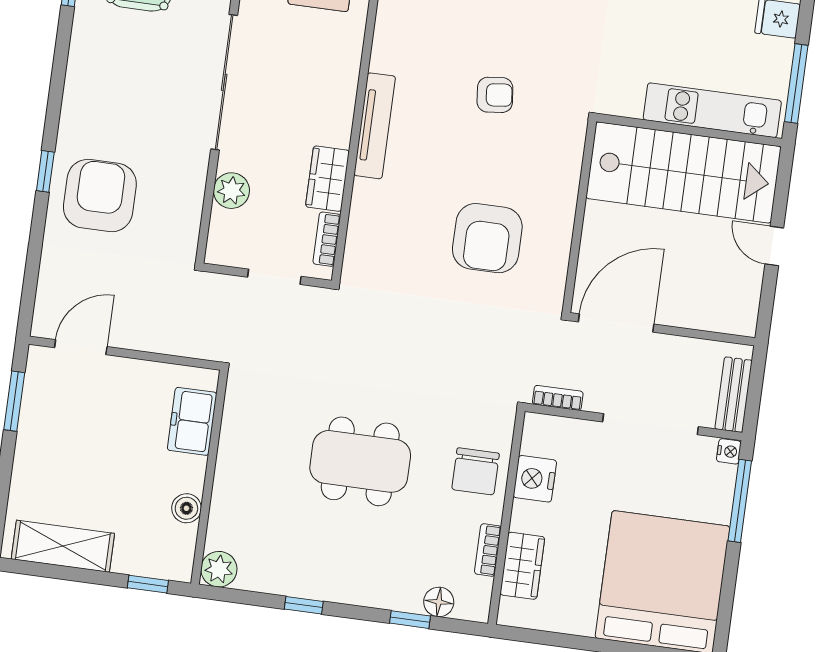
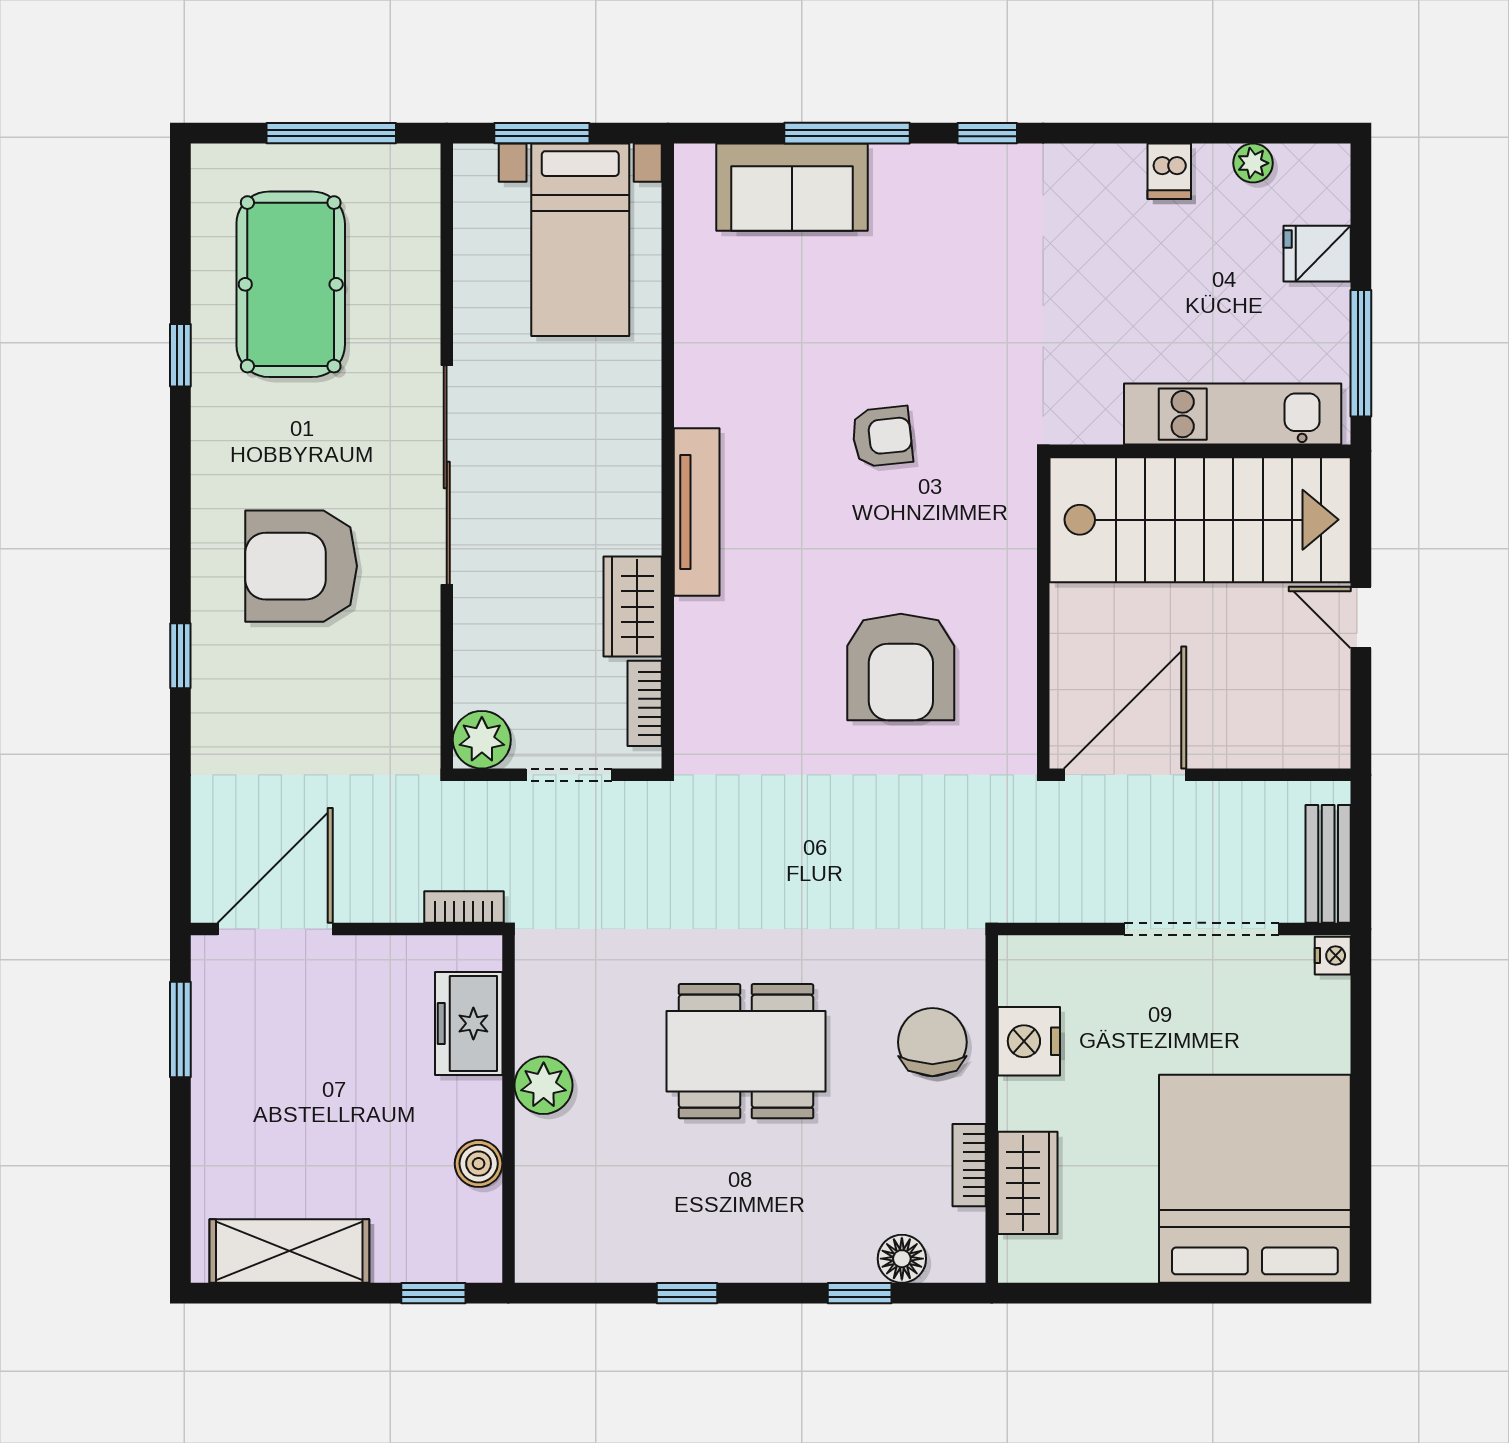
plant: (231, 191) -> (482, 740), moved
armchair: (100, 196) -> (301, 566), moved, turned -90
door: (81, 347) -> (275, 929), width x1.36
bookcase: (558, 398) -> (464, 907), moved
chair: (476, 471) -> (932, 1042), turned 180
window: (740, 501) -> (1361, 1032), removed
plant: (219, 569) -> (544, 1085), moved

